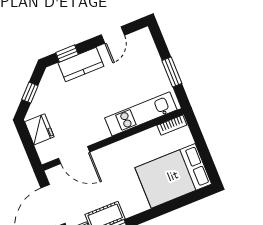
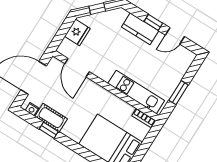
window: (67, 54) -> (153, 22), moved

